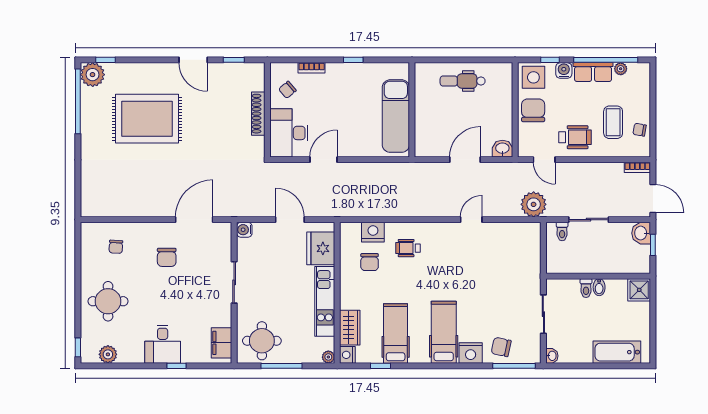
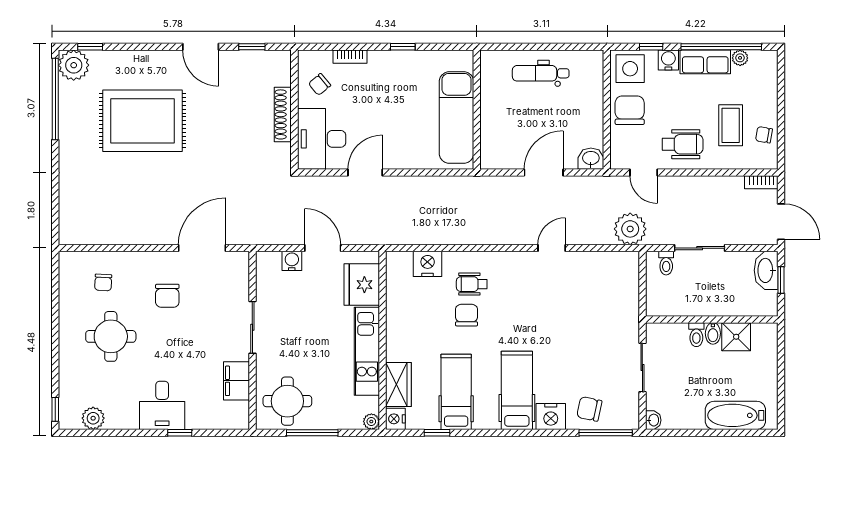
water cooler: (244, 230) -> (292, 261), moved, turned 90
washbasin: (641, 233) -> (766, 270), width x1.38
chair: (370, 262) -> (467, 315), moved, turned 180
shower: (639, 290) -> (736, 337), moved
round table: (108, 301) -> (111, 336), moved
filing cabinet: (221, 343) -> (236, 381), moved

